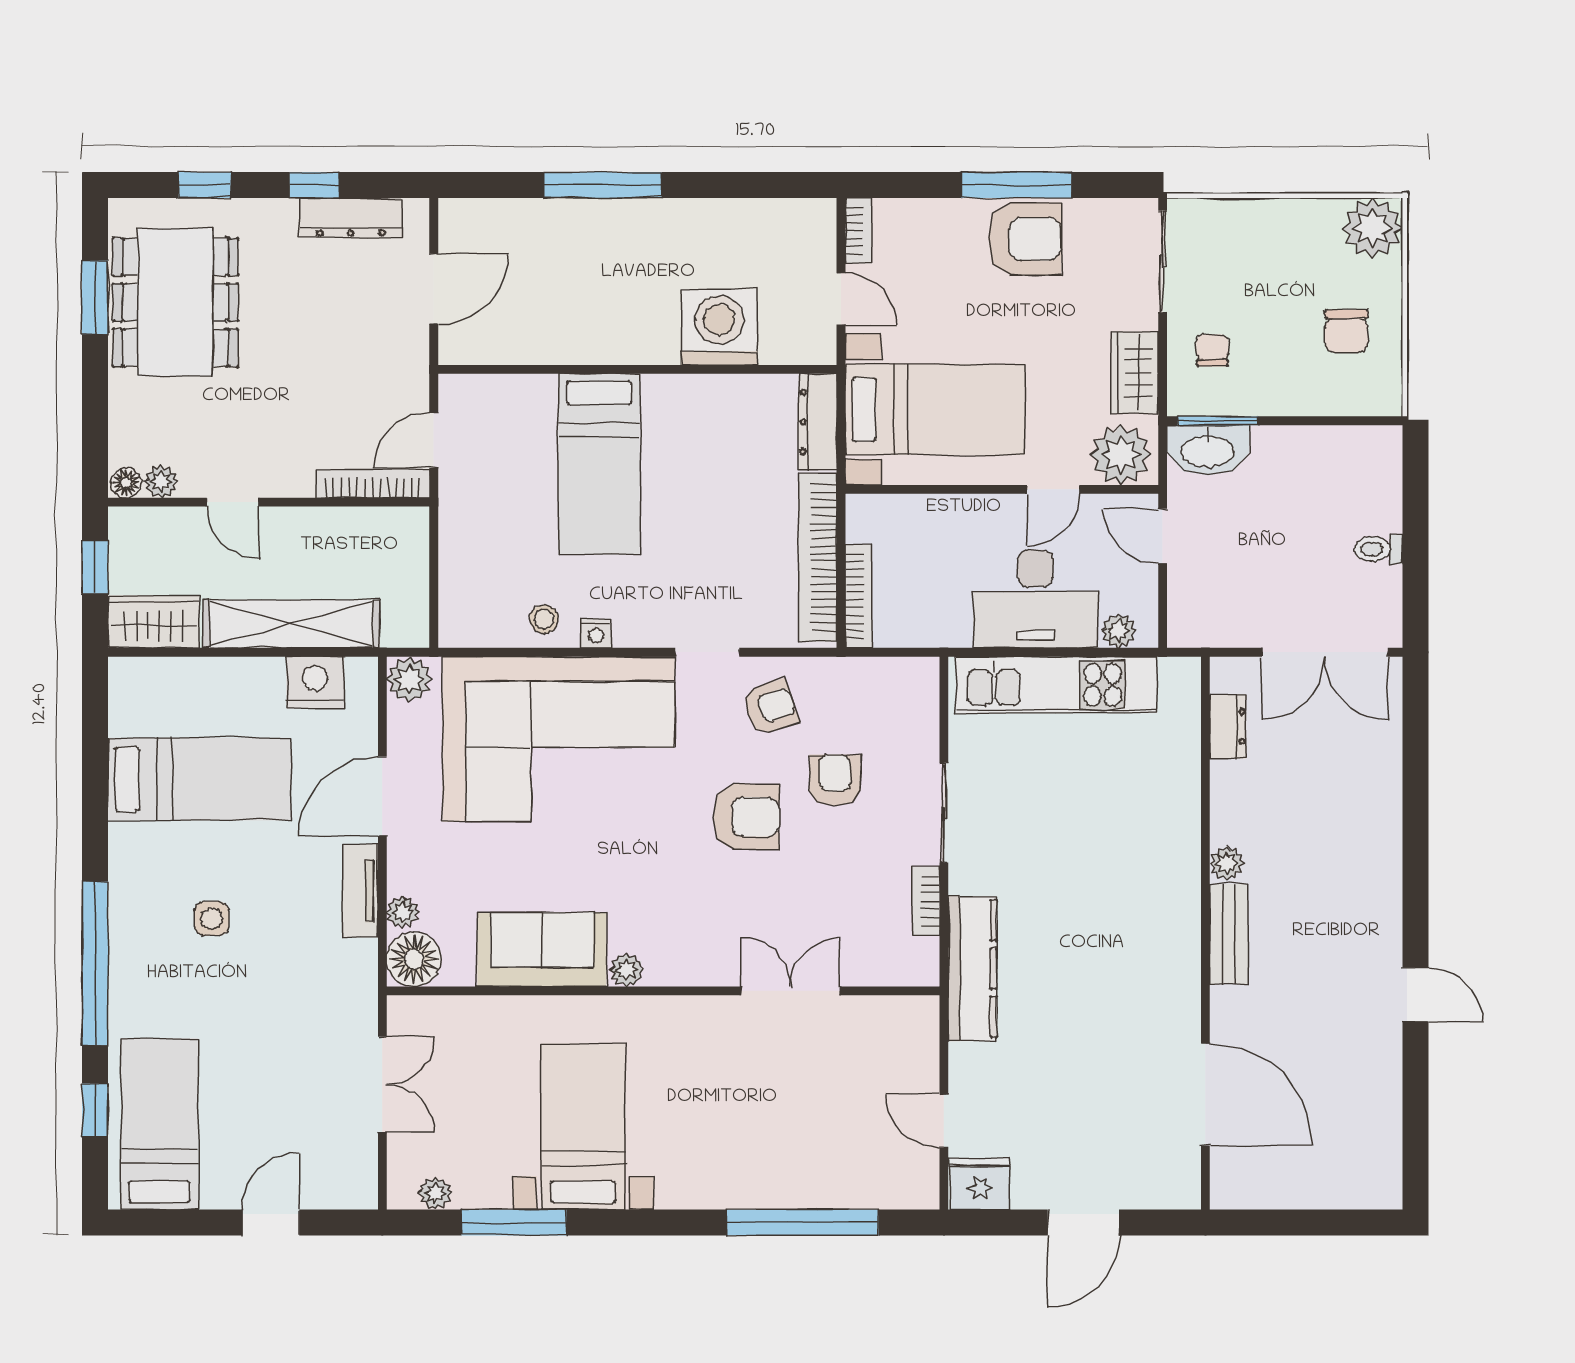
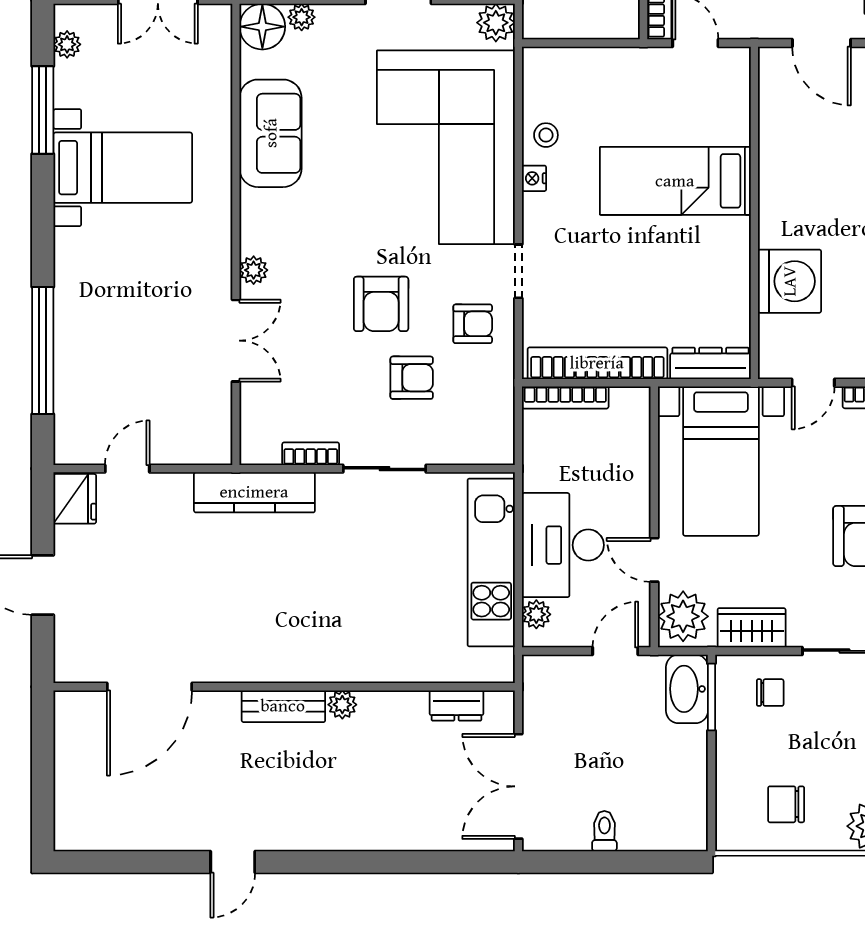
armchair: (770, 707) -> (473, 324), turned -71
plant: (627, 970) -> (254, 270), moved

